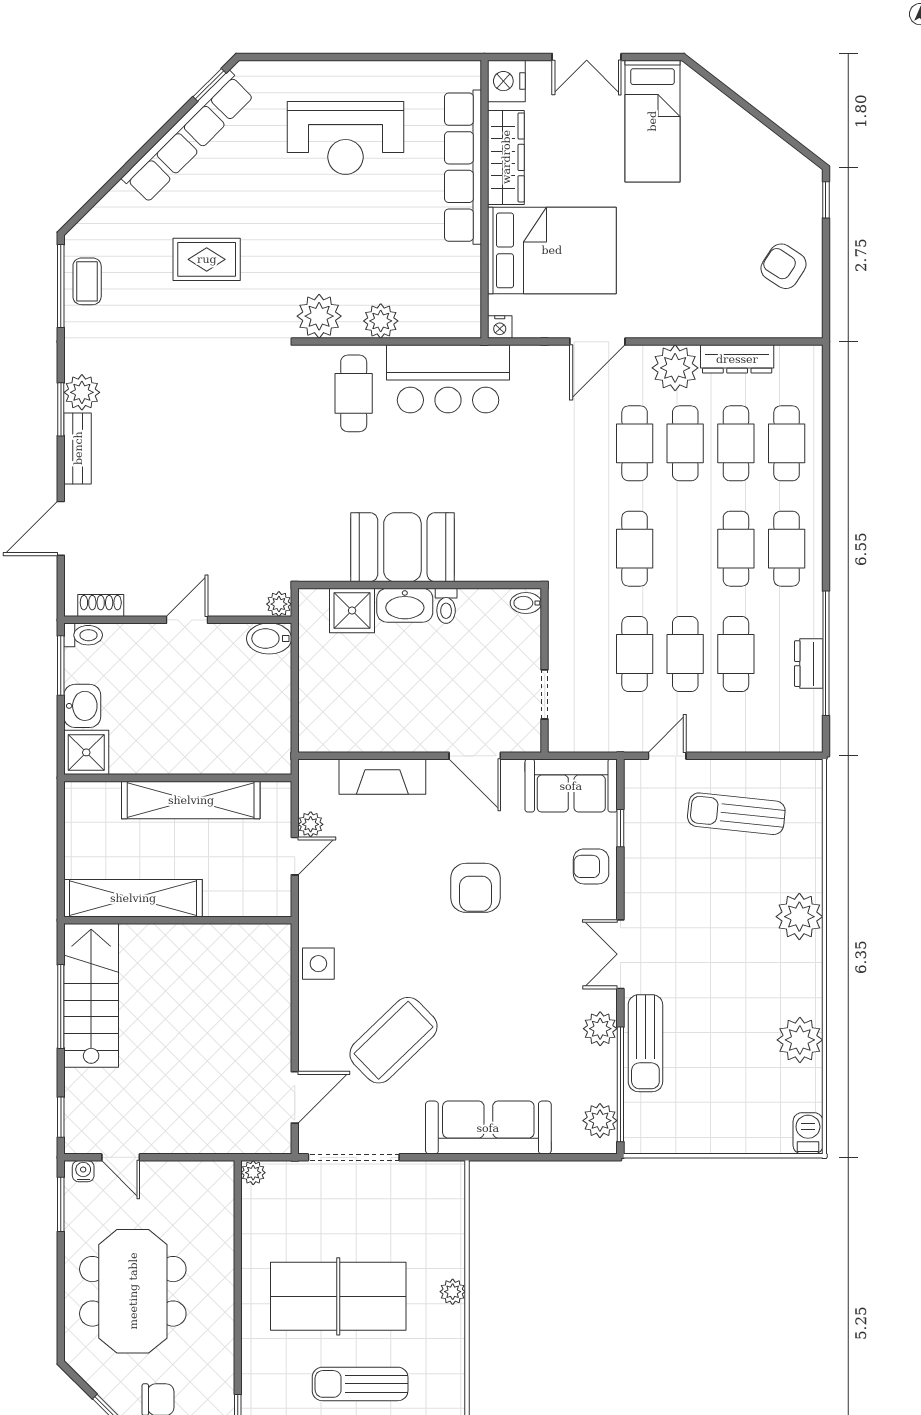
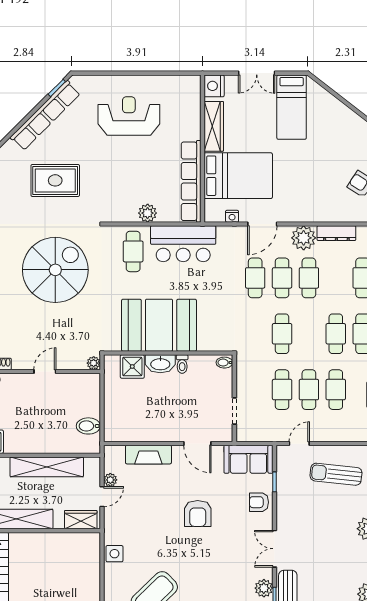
reception desk: (346, 138) -> (129, 116), turned 180
row of seats: (463, 167) -> (191, 181), moved
rug: (207, 259) -> (55, 180), width x1.36, depth x1.43
plant: (319, 316) -> (115, 211), removed
nightstand: (500, 327) -> (232, 216), moved
spiral stairs: (207, 428) -> (55, 270), added
cafe table: (736, 443) -> (255, 278), moved
booth: (402, 547) -> (159, 325), width x1.36, depth x1.42
bidet: (269, 639) -> (88, 426), moved
wardrobe: (255, 899) -> (81, 520), added

